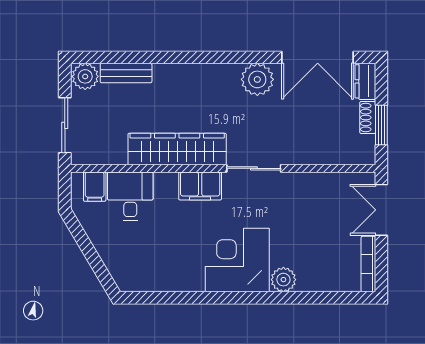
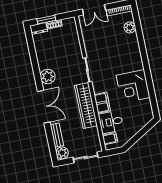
double door: (318, 57) -> (44, 107), moved
window: (381, 125) -> (46, 20), moved
filing cabinet: (200, 186) -> (102, 103), moved
corner desk: (237, 260) -> (133, 86), moved
plant: (283, 280) -> (130, 27), moved

